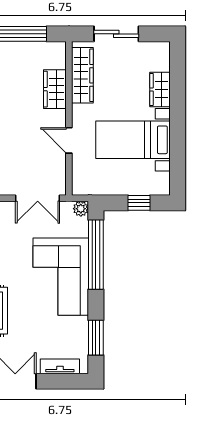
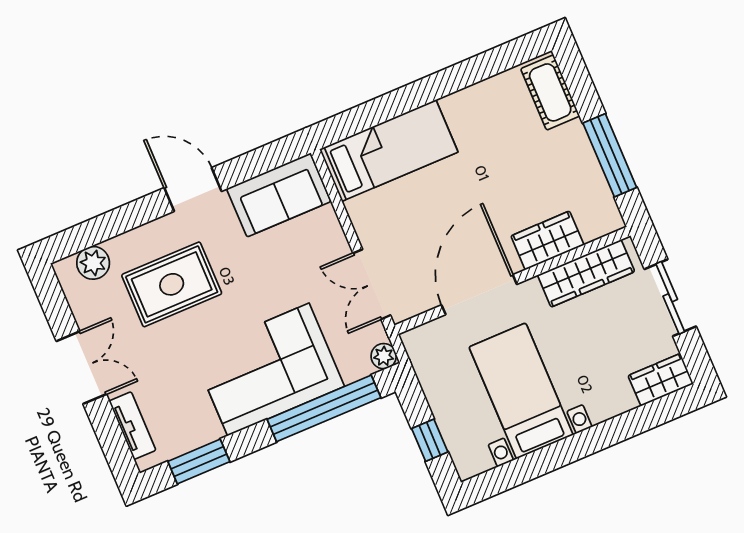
wardrobe: (160, 89) -> (661, 380), moved
door: (69, 140) -> (479, 295), width x1.88

